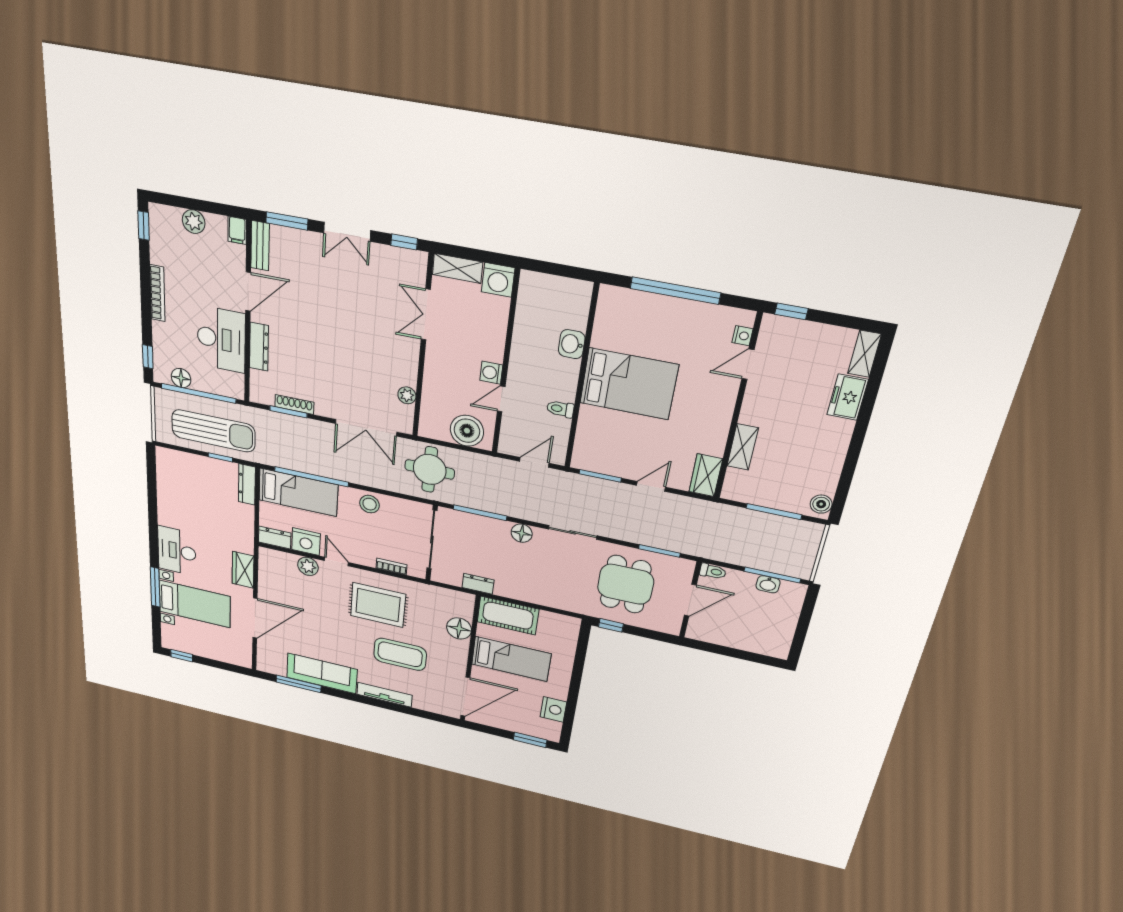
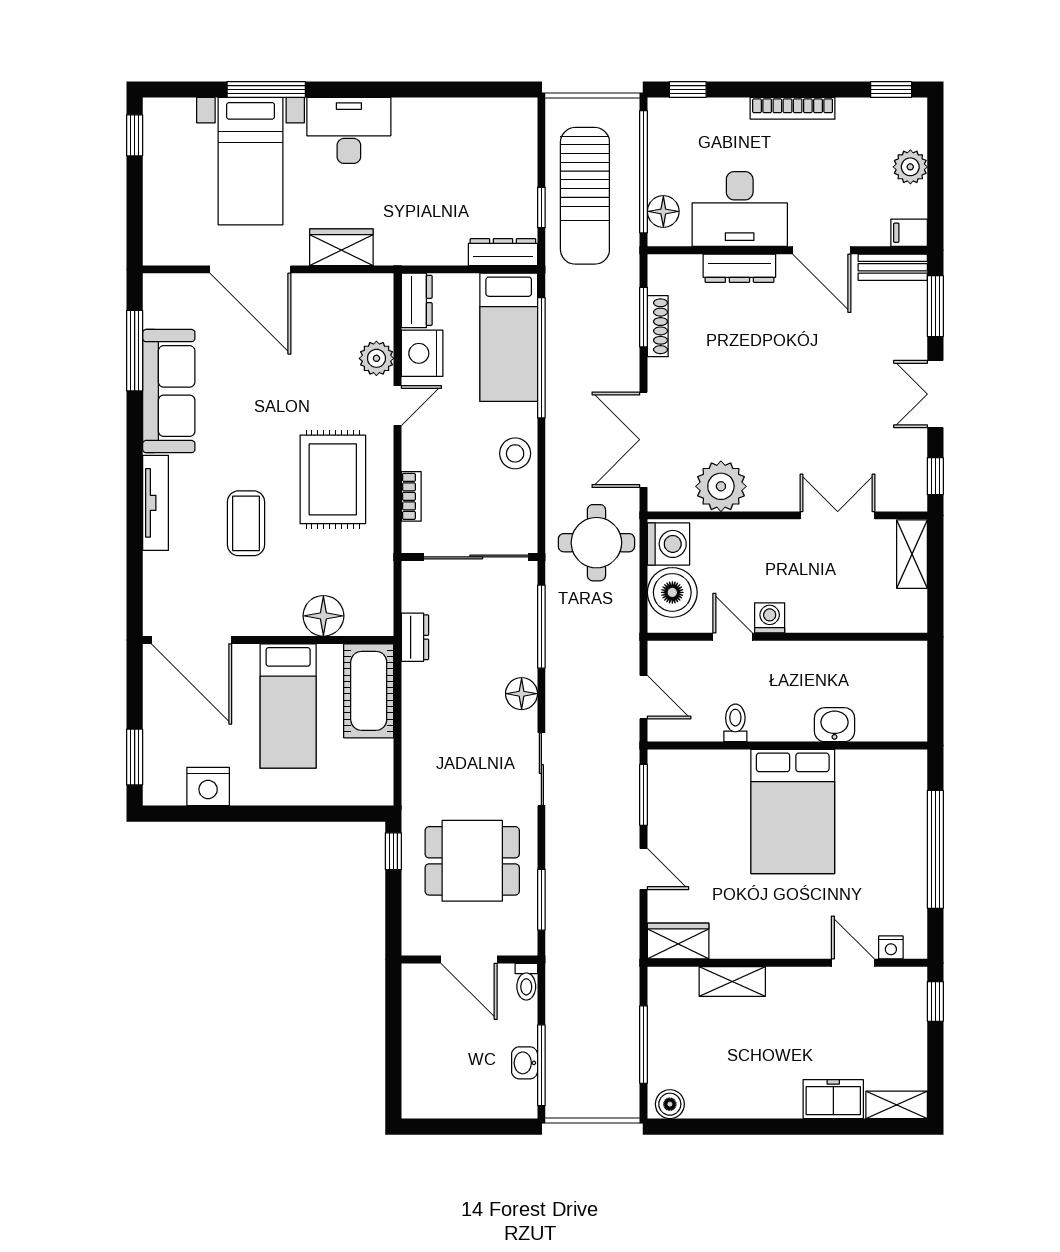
washing machine: (498, 280) -> (669, 544), moved, turned 180
floor lamp: (181, 378) -> (663, 211), moved
plant: (407, 395) -> (721, 486), width x1.88, depth x1.88
coffee table: (400, 654) -> (246, 523), width x0.73, depth x0.76

